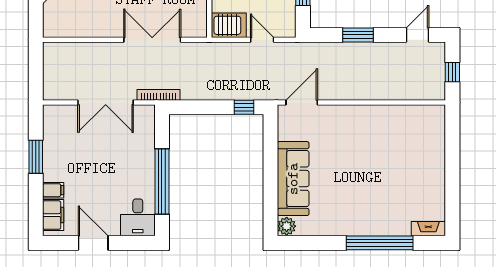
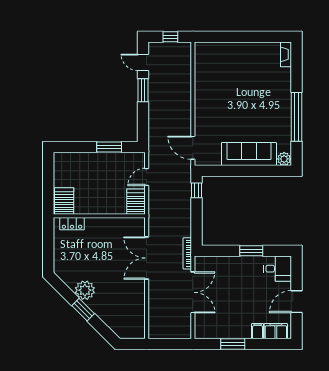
window: (358, 35) -> (143, 90), moved
window: (162, 182) -> (251, 251), width x0.47
window: (380, 243) -> (296, 117), moved

